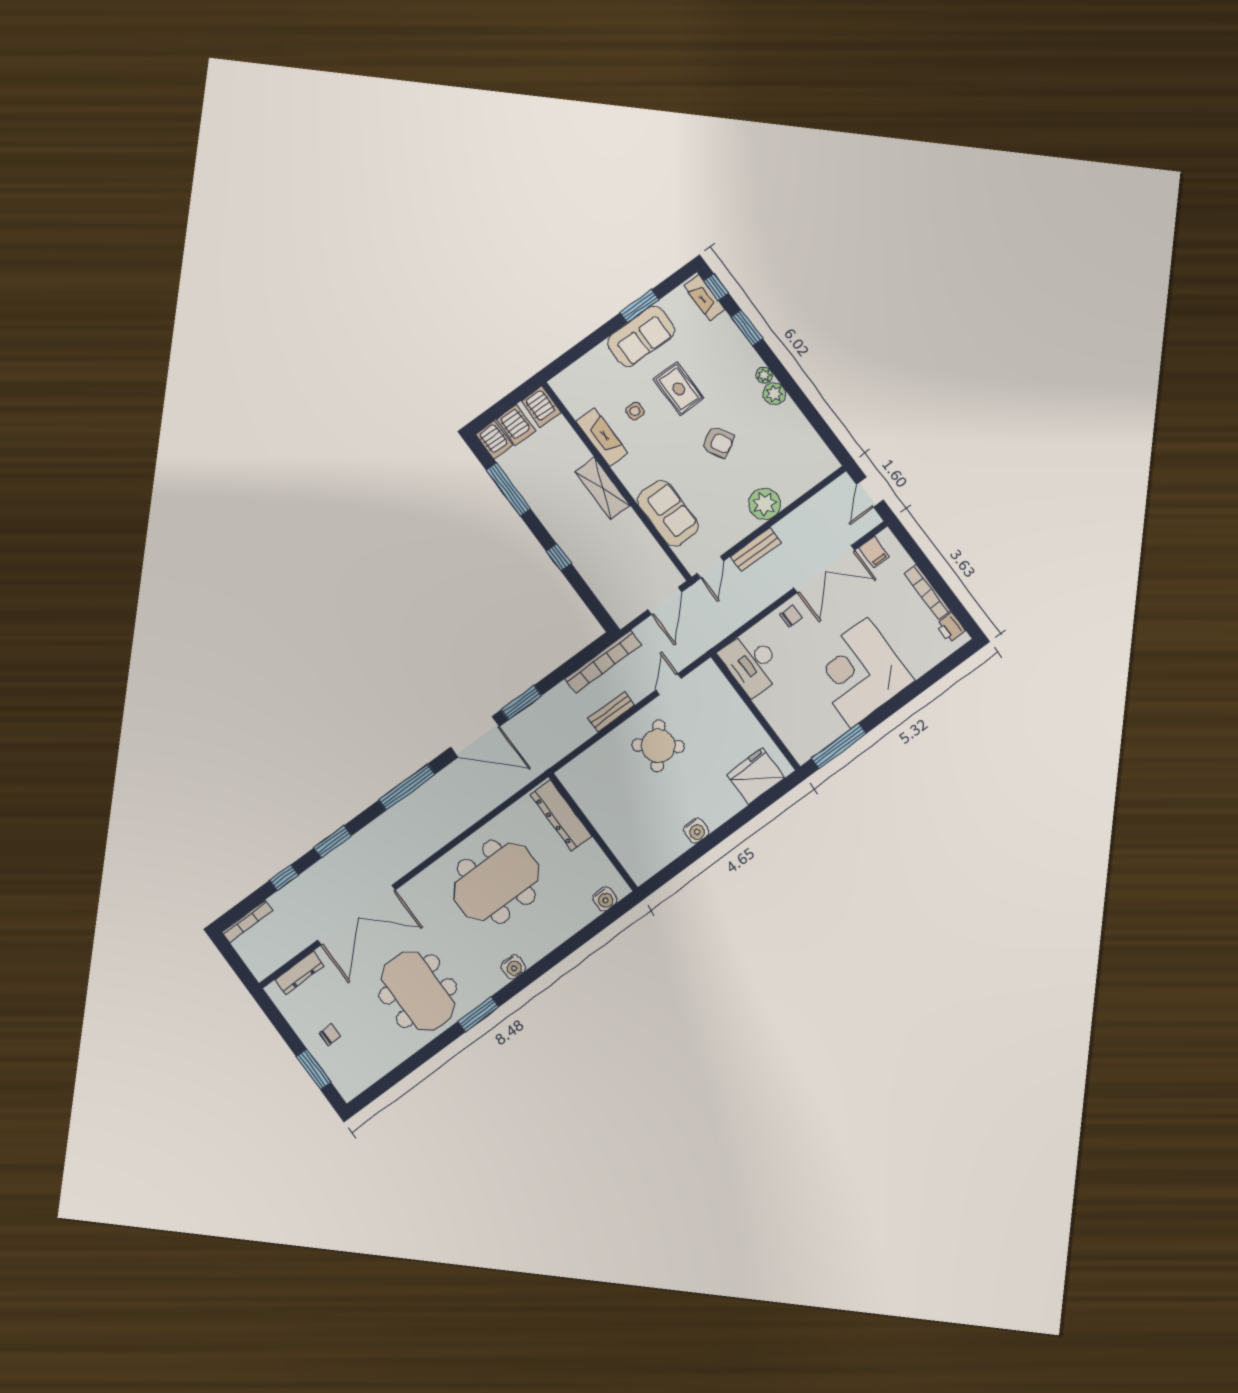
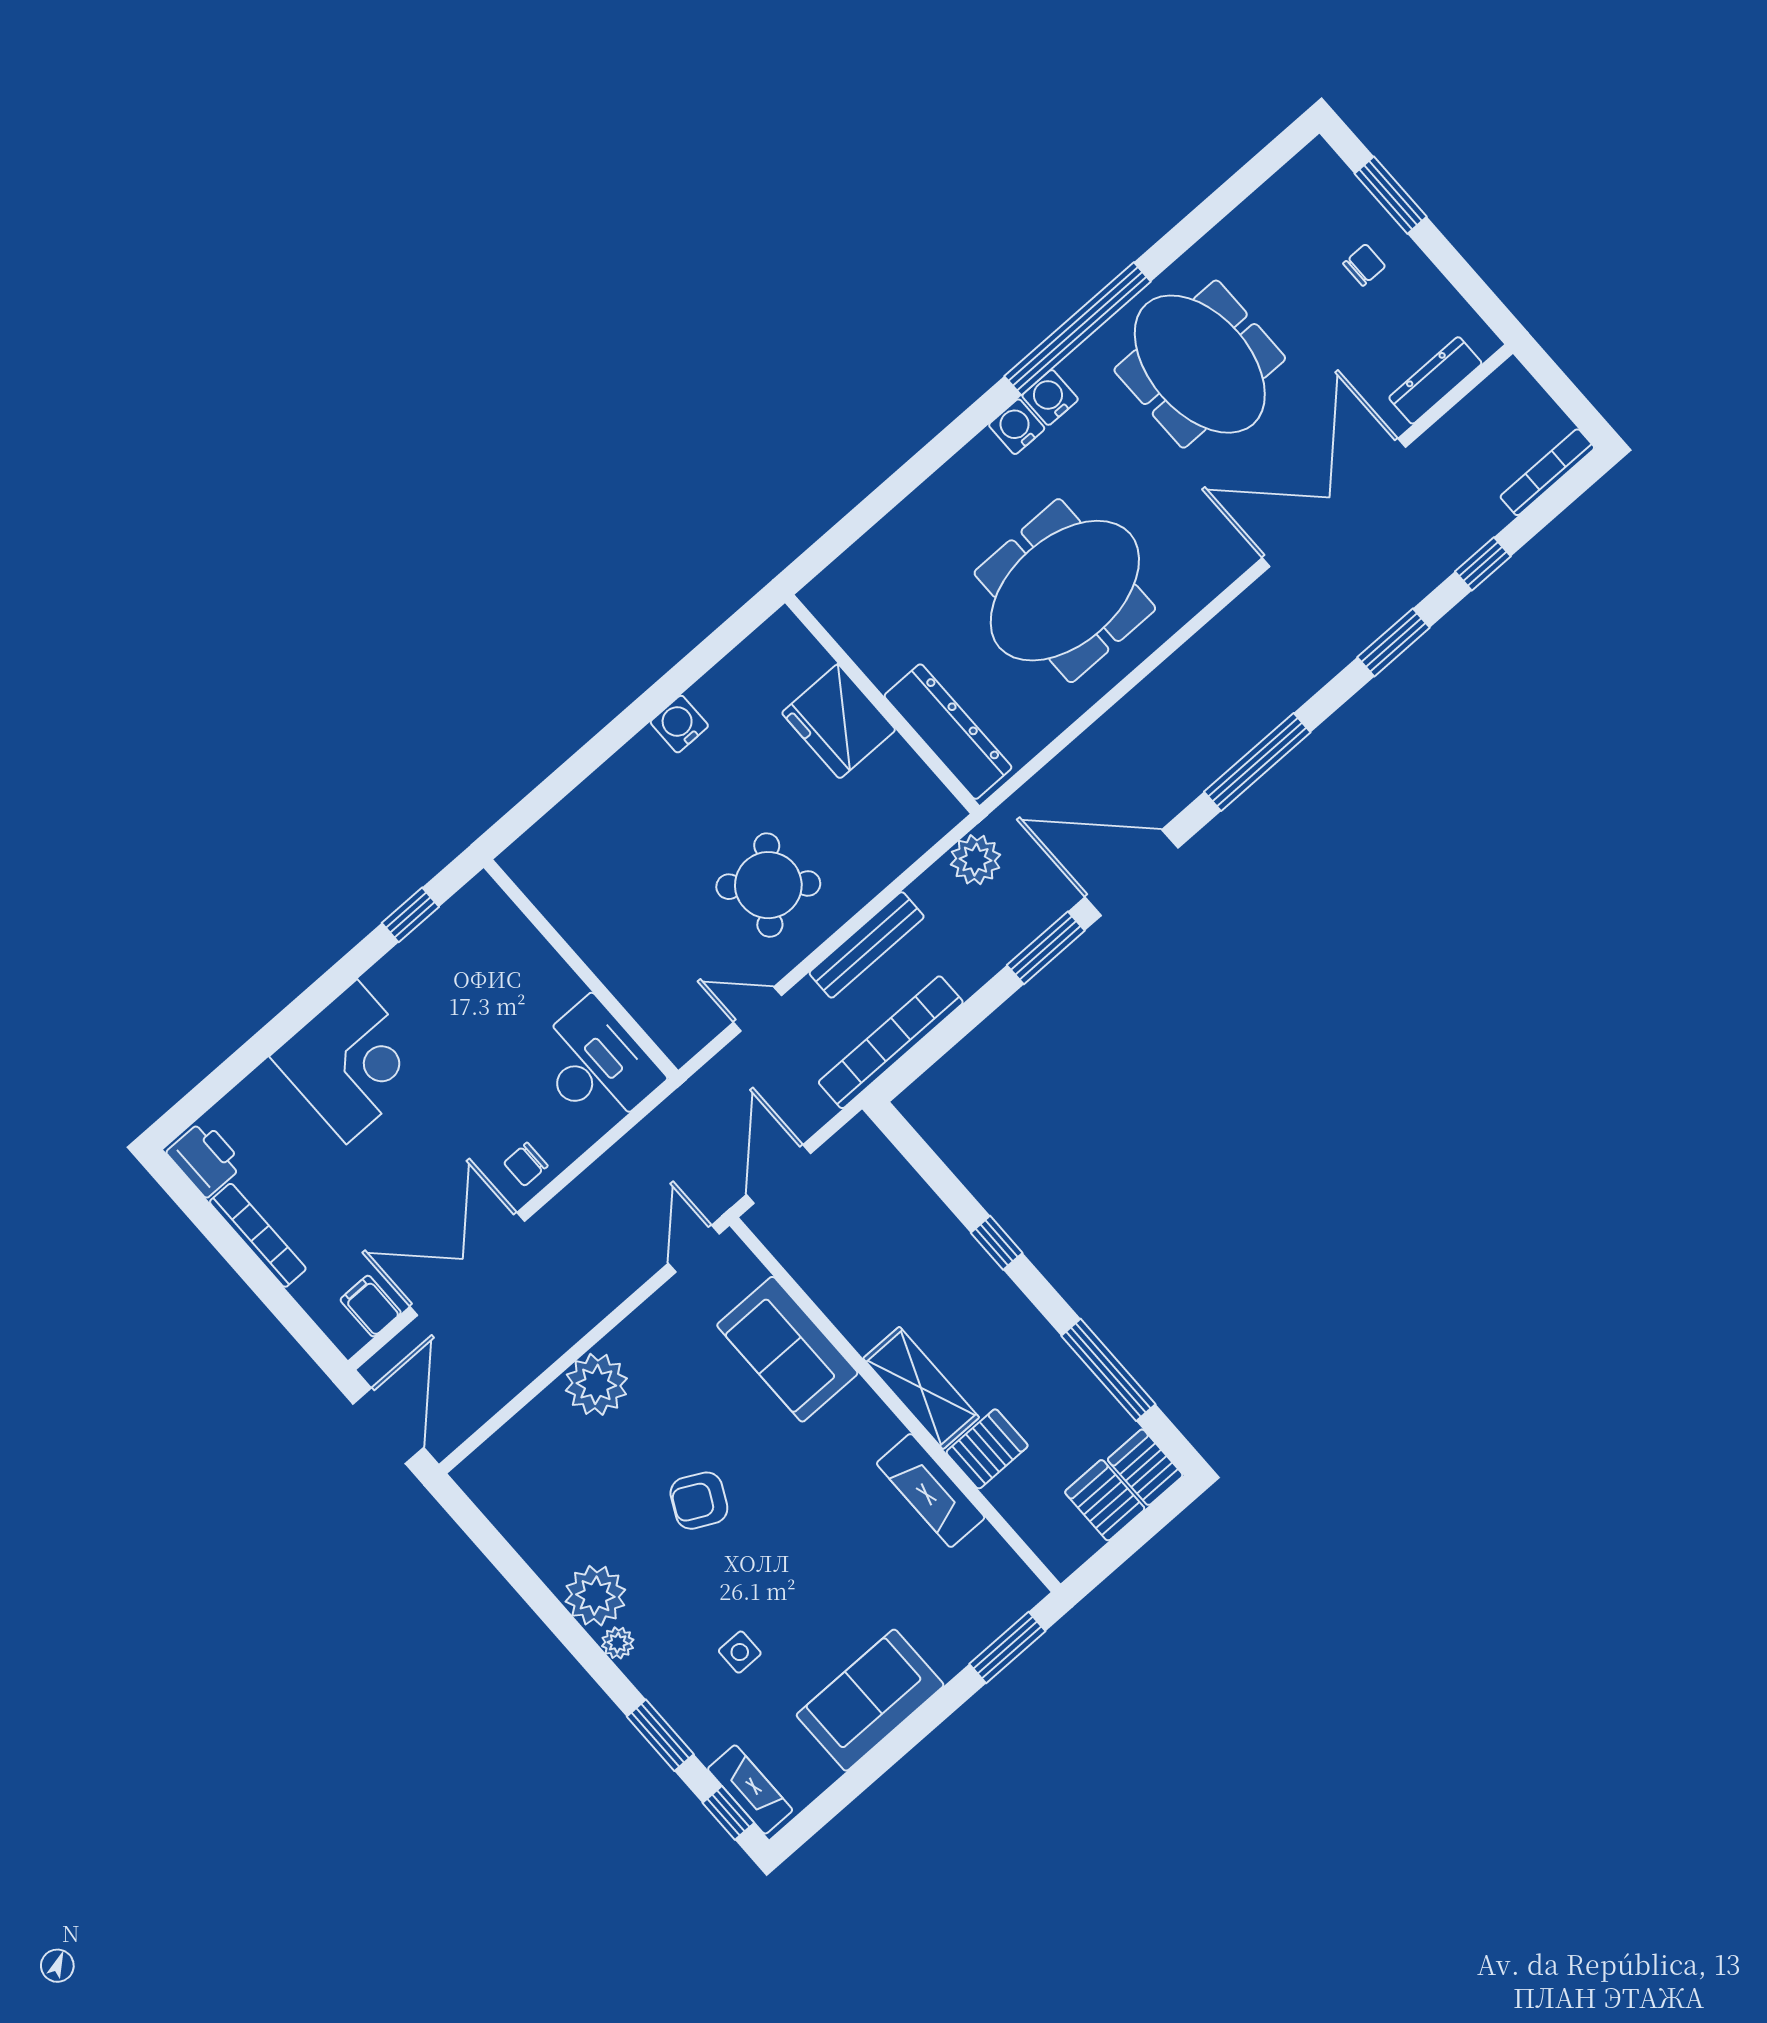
window: (639, 306) -> (1007, 1647), moved
rug: (679, 389) -> (786, 1601), removed
plant: (774, 394) -> (595, 1596), width x1.36, depth x1.36
server rack: (541, 407) -> (987, 1449), moved, turned 90
side table: (635, 411) -> (740, 1652), moved
armchair: (718, 442) -> (699, 1501), turned -34
door: (870, 492) -> (388, 1426), width x1.38
bench: (756, 549) -> (606, 1292), removed
printer: (951, 628) -> (205, 1159), width x1.36, depth x1.24
corner desk: (859, 673) -> (352, 1062), width x0.74, depth x0.74
door: (669, 684) -> (757, 1009), swing flipped
bench: (611, 712) -> (867, 945), width x1.36
window: (839, 746) -> (410, 915), width x0.46
plant: (553, 750) -> (976, 860), added
fridge: (756, 776) -> (839, 721), moved, turned 90
water cooler: (605, 899) -> (1050, 397), moved
window: (478, 1014) -> (1078, 329), width x2.11
chair: (330, 1035) -> (1364, 265), turned 180

